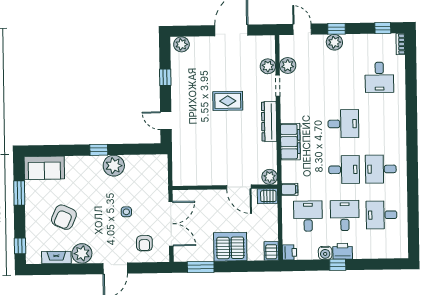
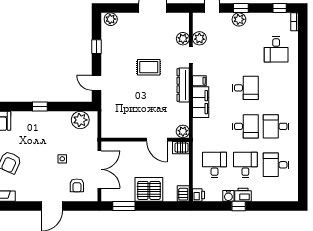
plant: (114, 166) -> (80, 120), moved
filing cabinet: (290, 189) -> (199, 81), moved
plant: (82, 253) -> (24, 193), removed

